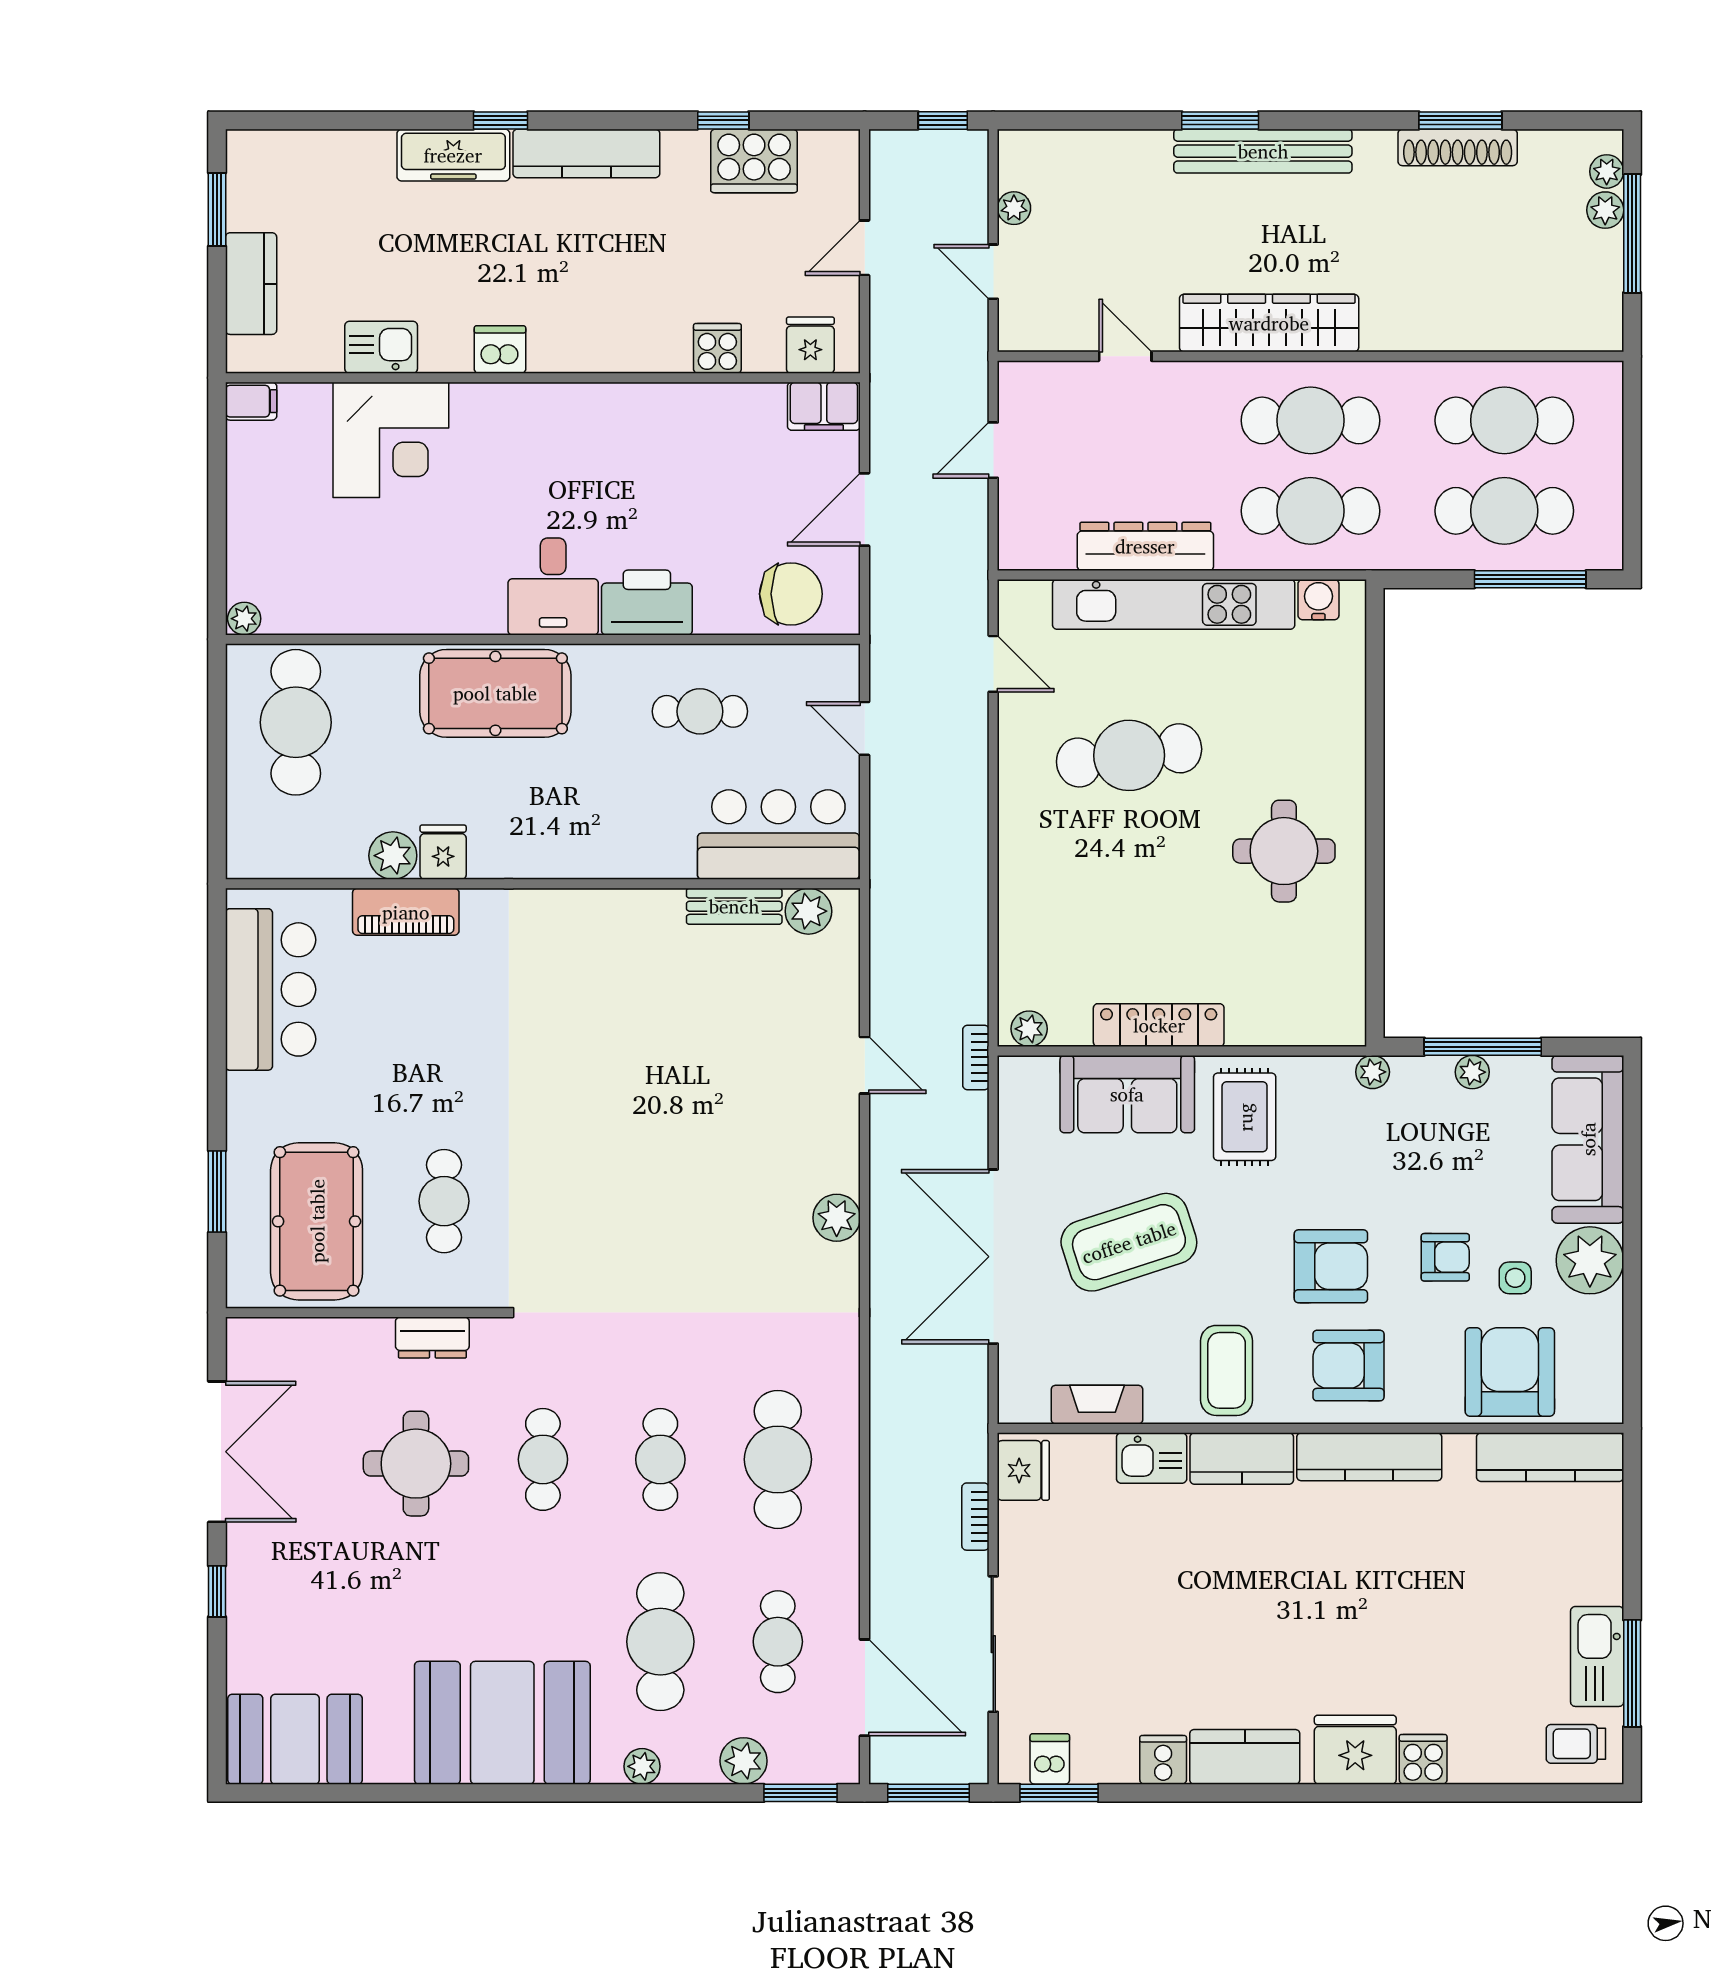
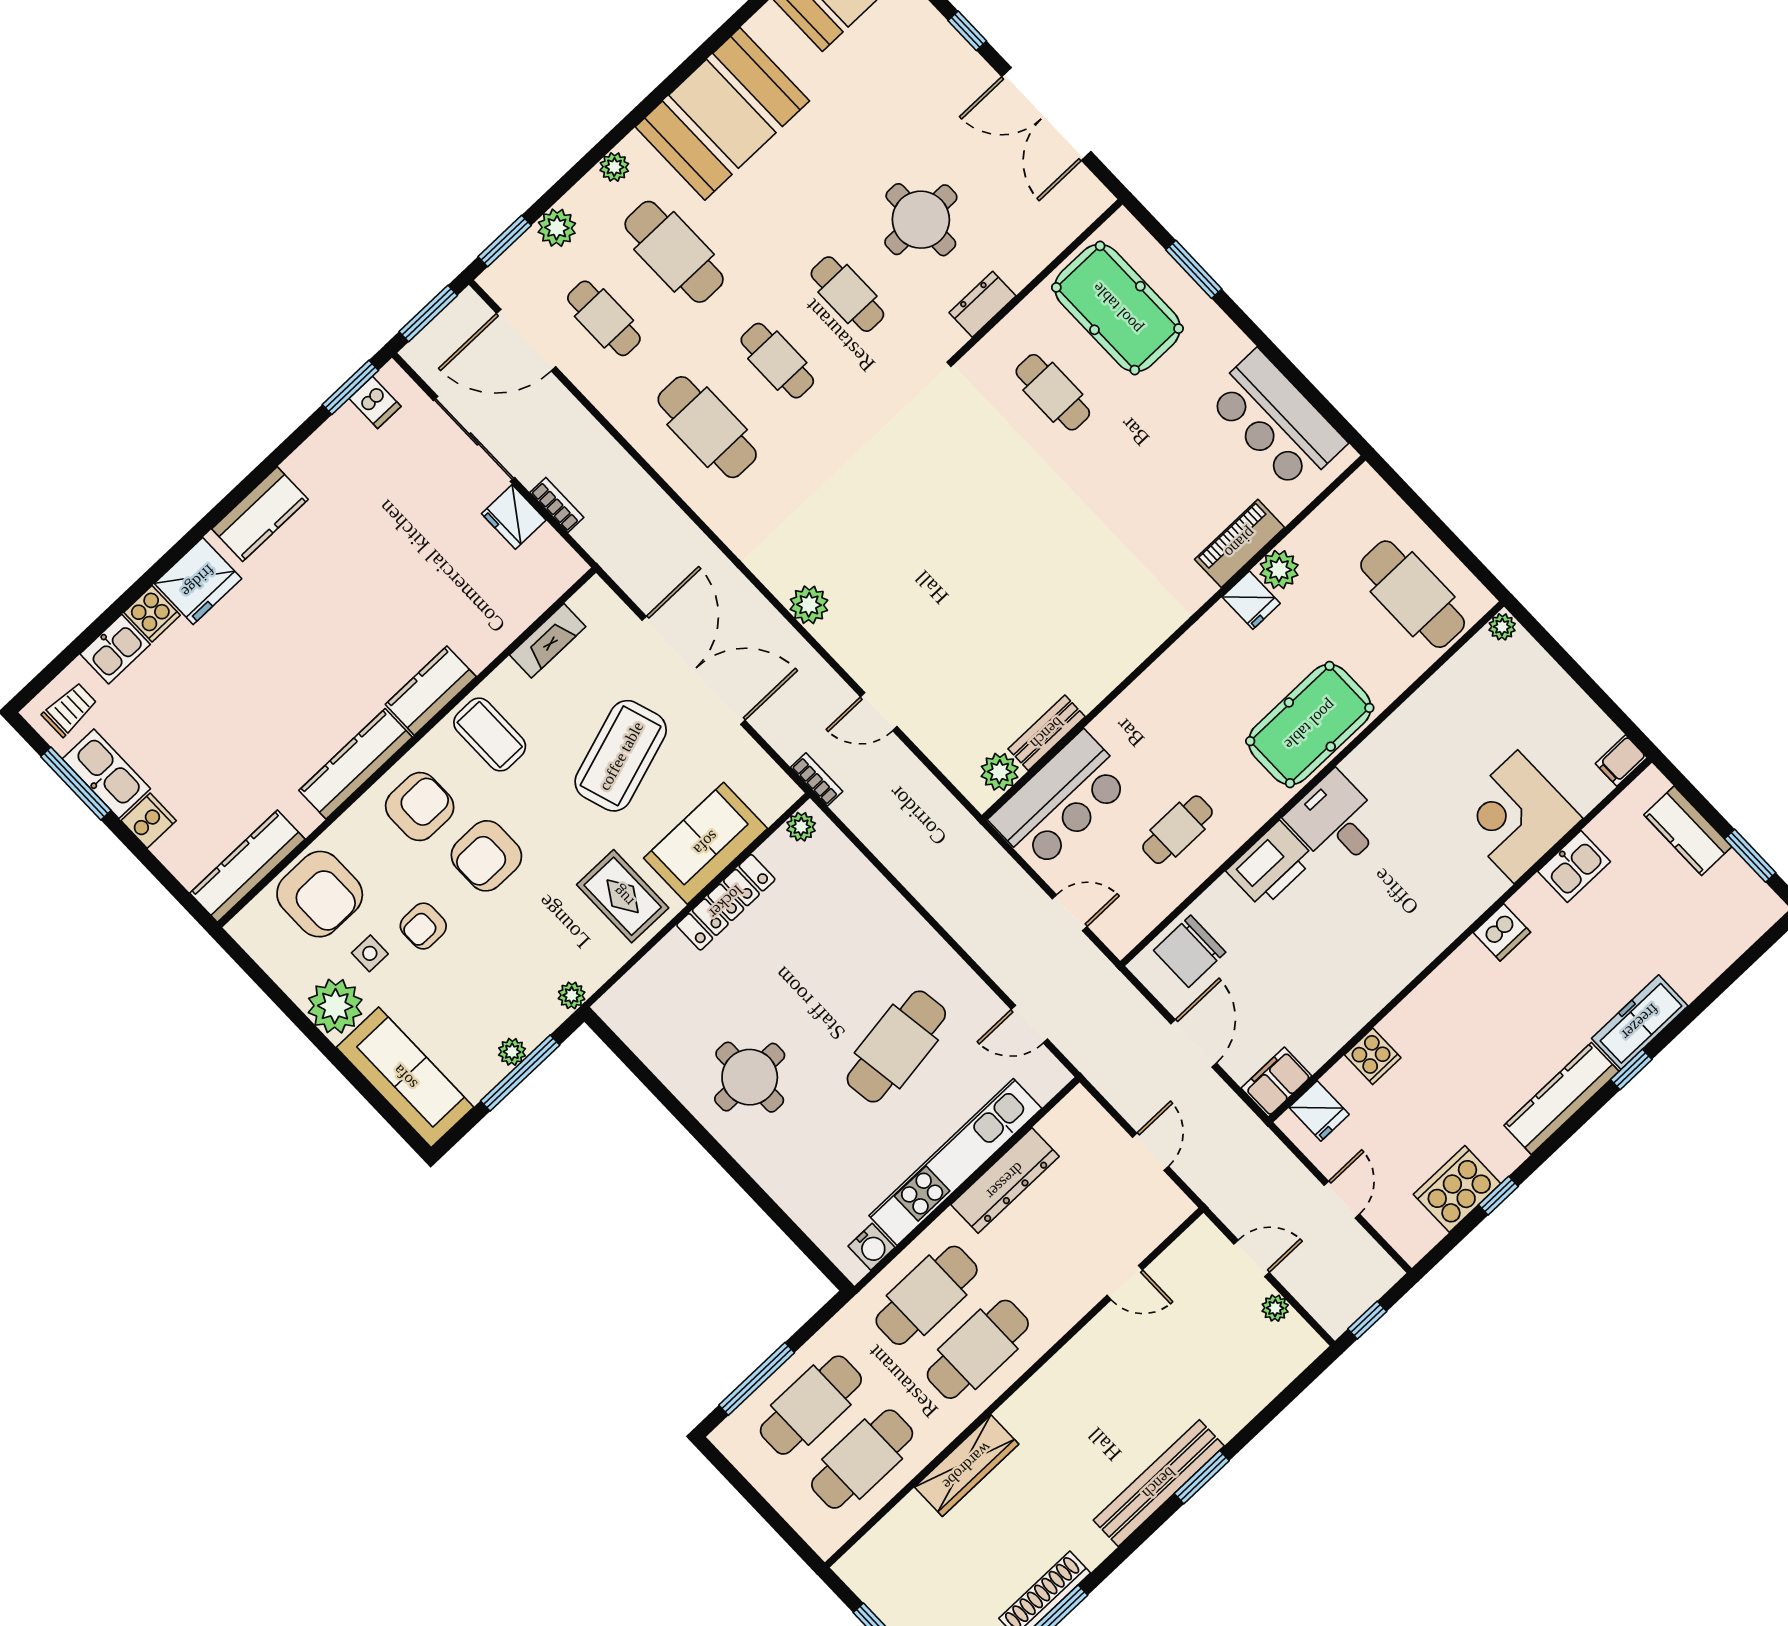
wardrobe: (1269, 323) -> (967, 1466), moved, width x0.71, depth x0.85
kitchen sink: (1152, 1458) -> (115, 649), moved, turned 180
fridge: (1023, 1470) -> (514, 517), moved
cooker: (1163, 1760) -> (149, 821), moved, turned -90

